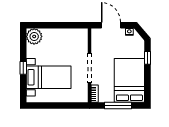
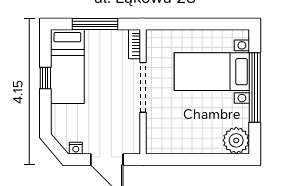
window: (147, 58) -> (45, 78), moved
window: (23, 68) -> (255, 87), width x3.17
bed: (129, 80) -> (67, 66), width x0.67

